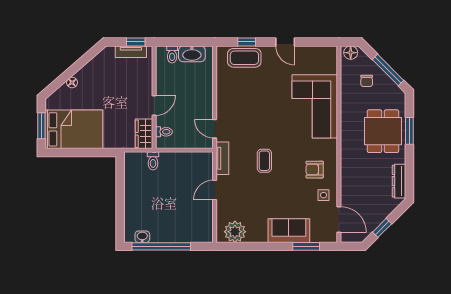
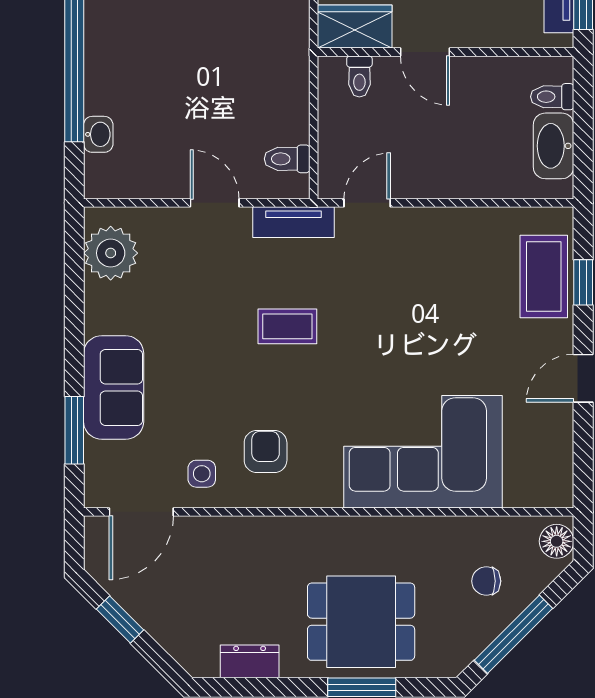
toilet: (153, 161) -> (287, 159), moved
dresser: (399, 181) -> (250, 661), width x0.70
washbasin: (142, 237) -> (98, 134), moved

